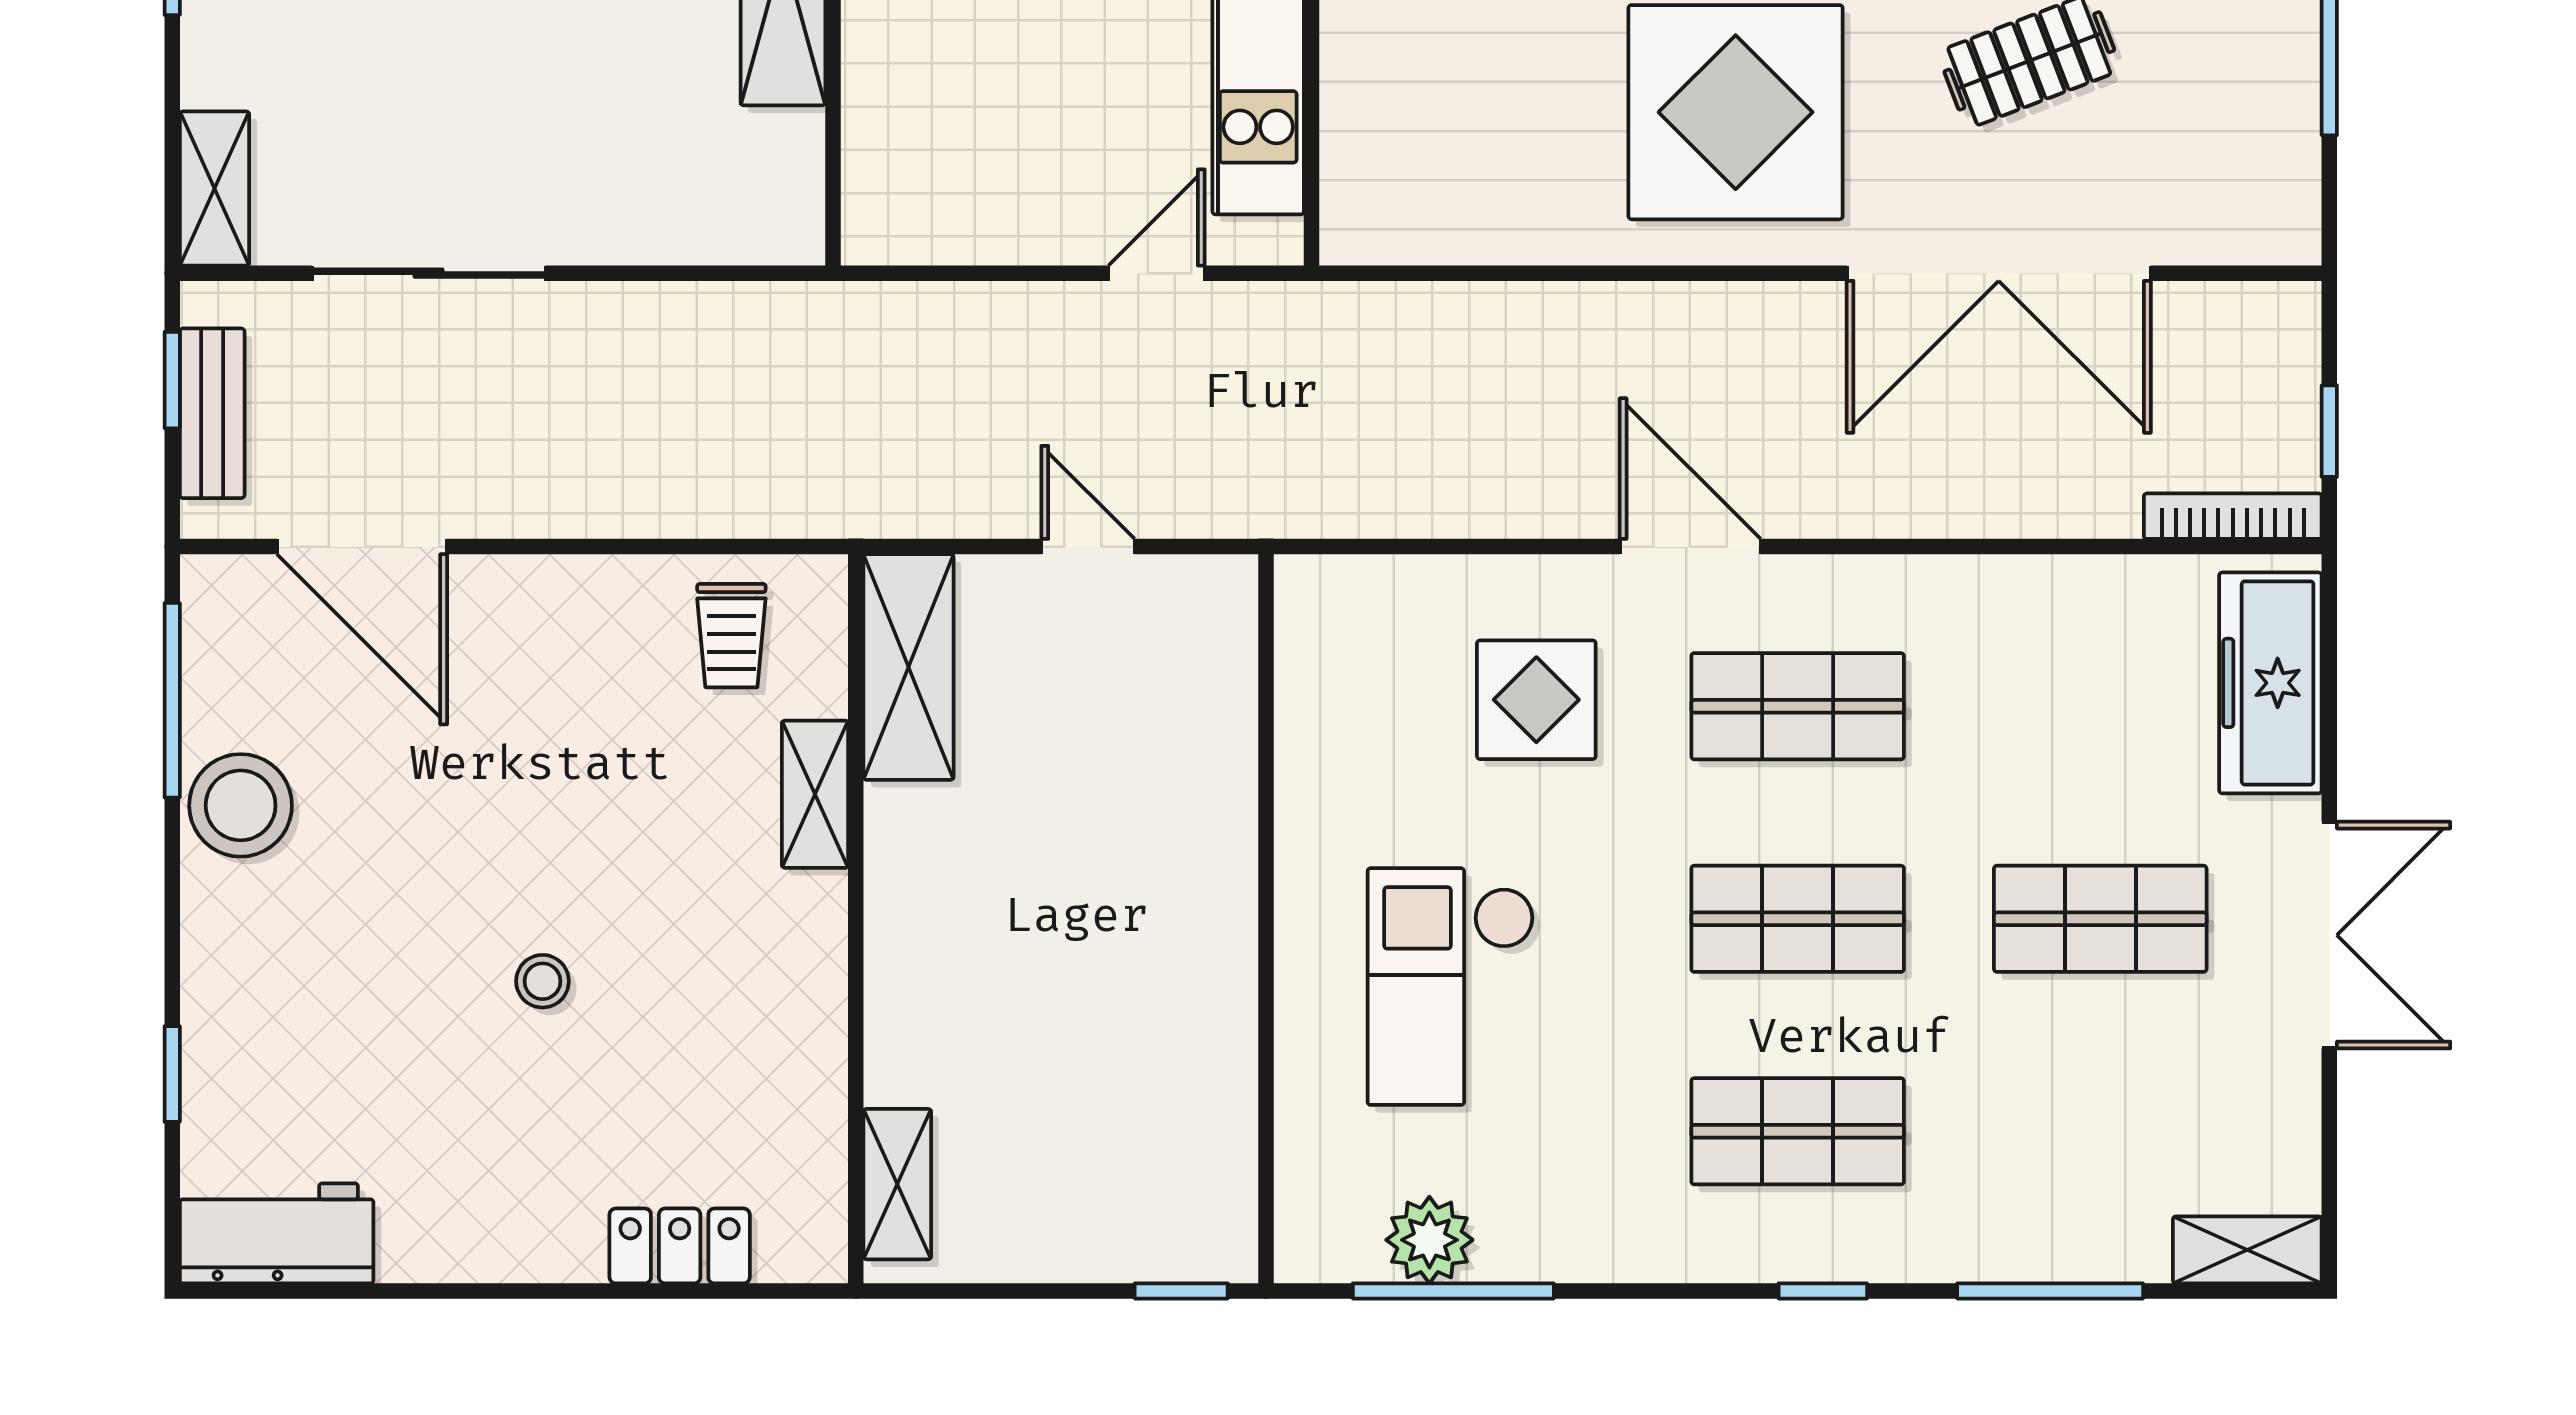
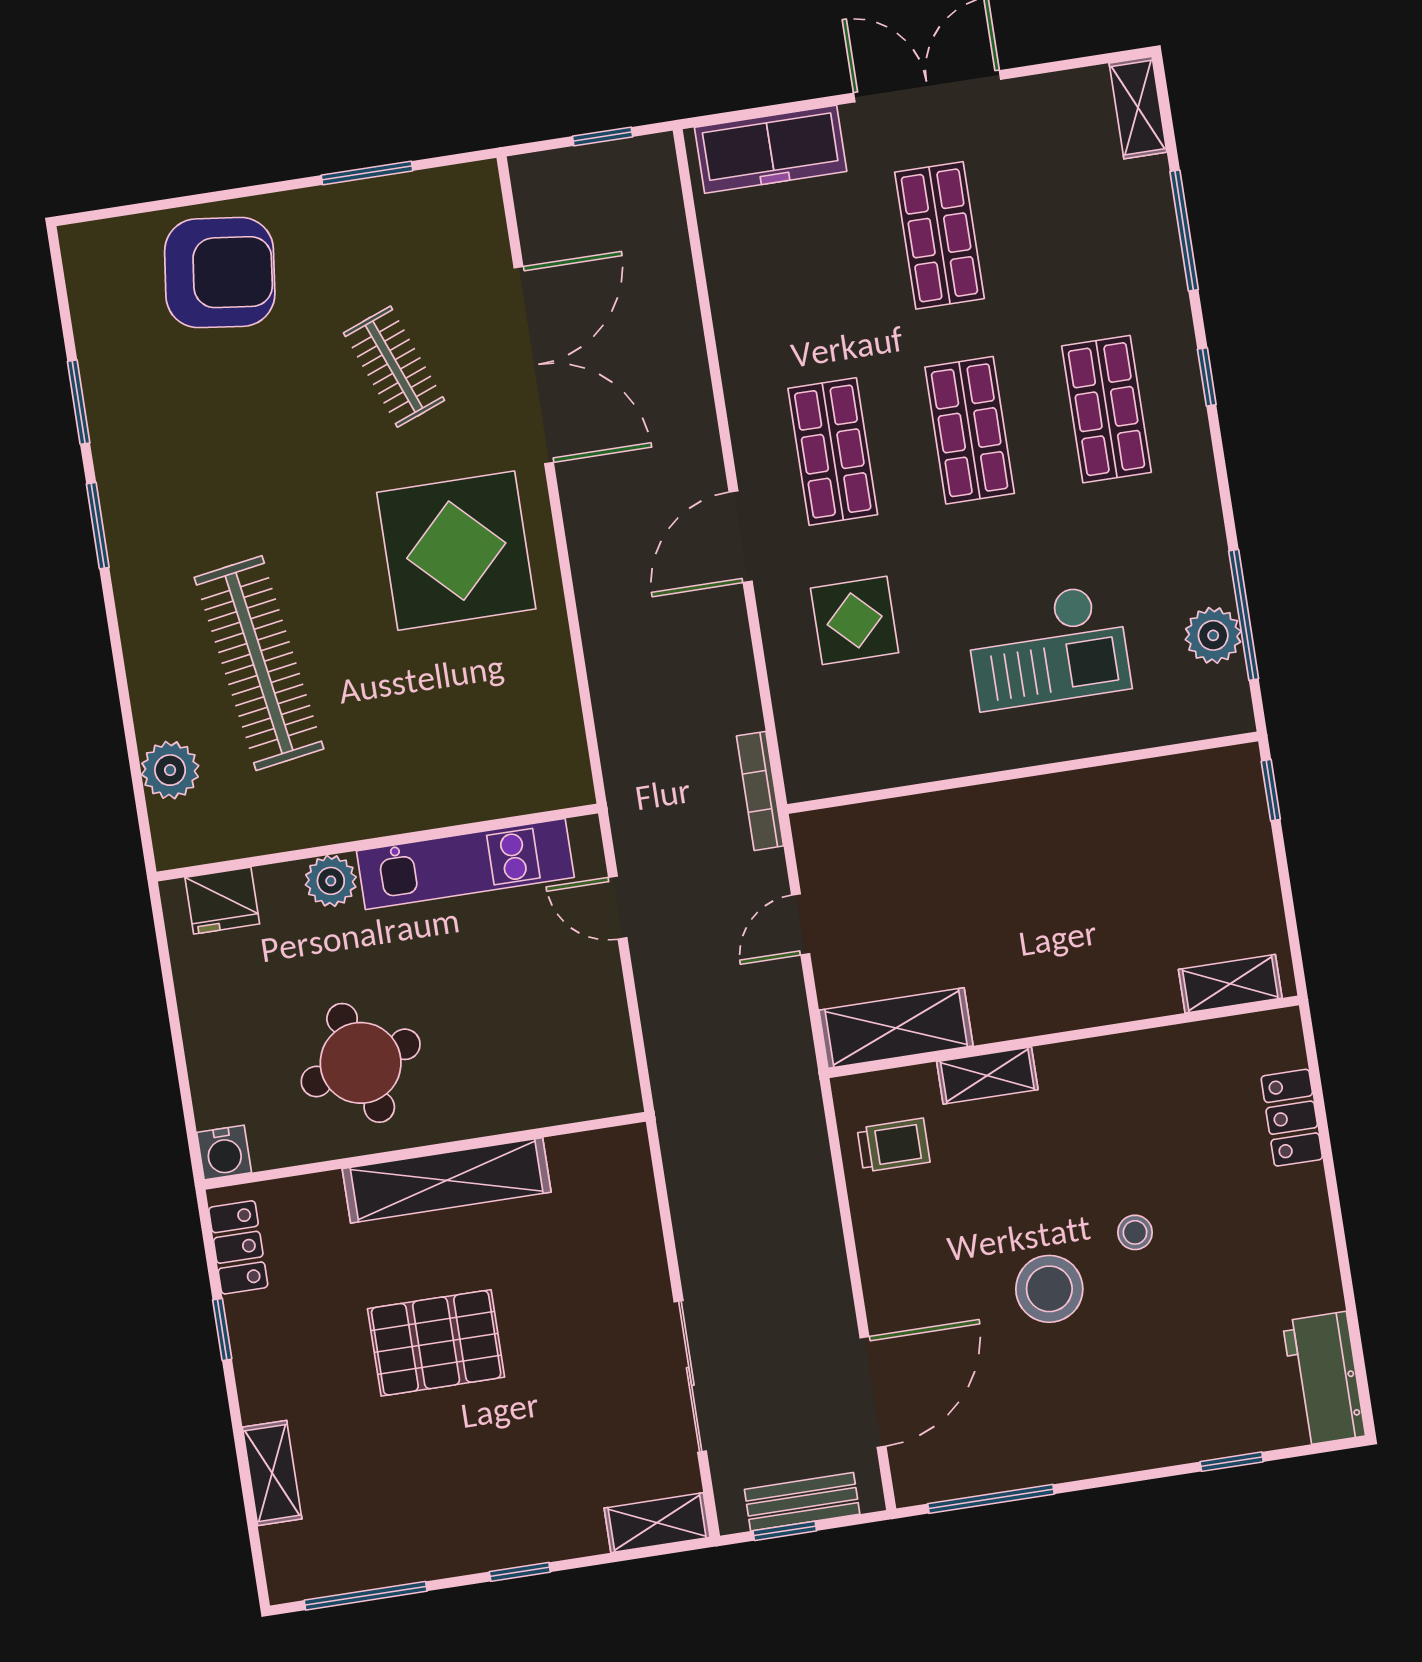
bookcase: (2233, 516) -> (760, 791), moved
stool: (241, 805) -> (1049, 1289), moved

